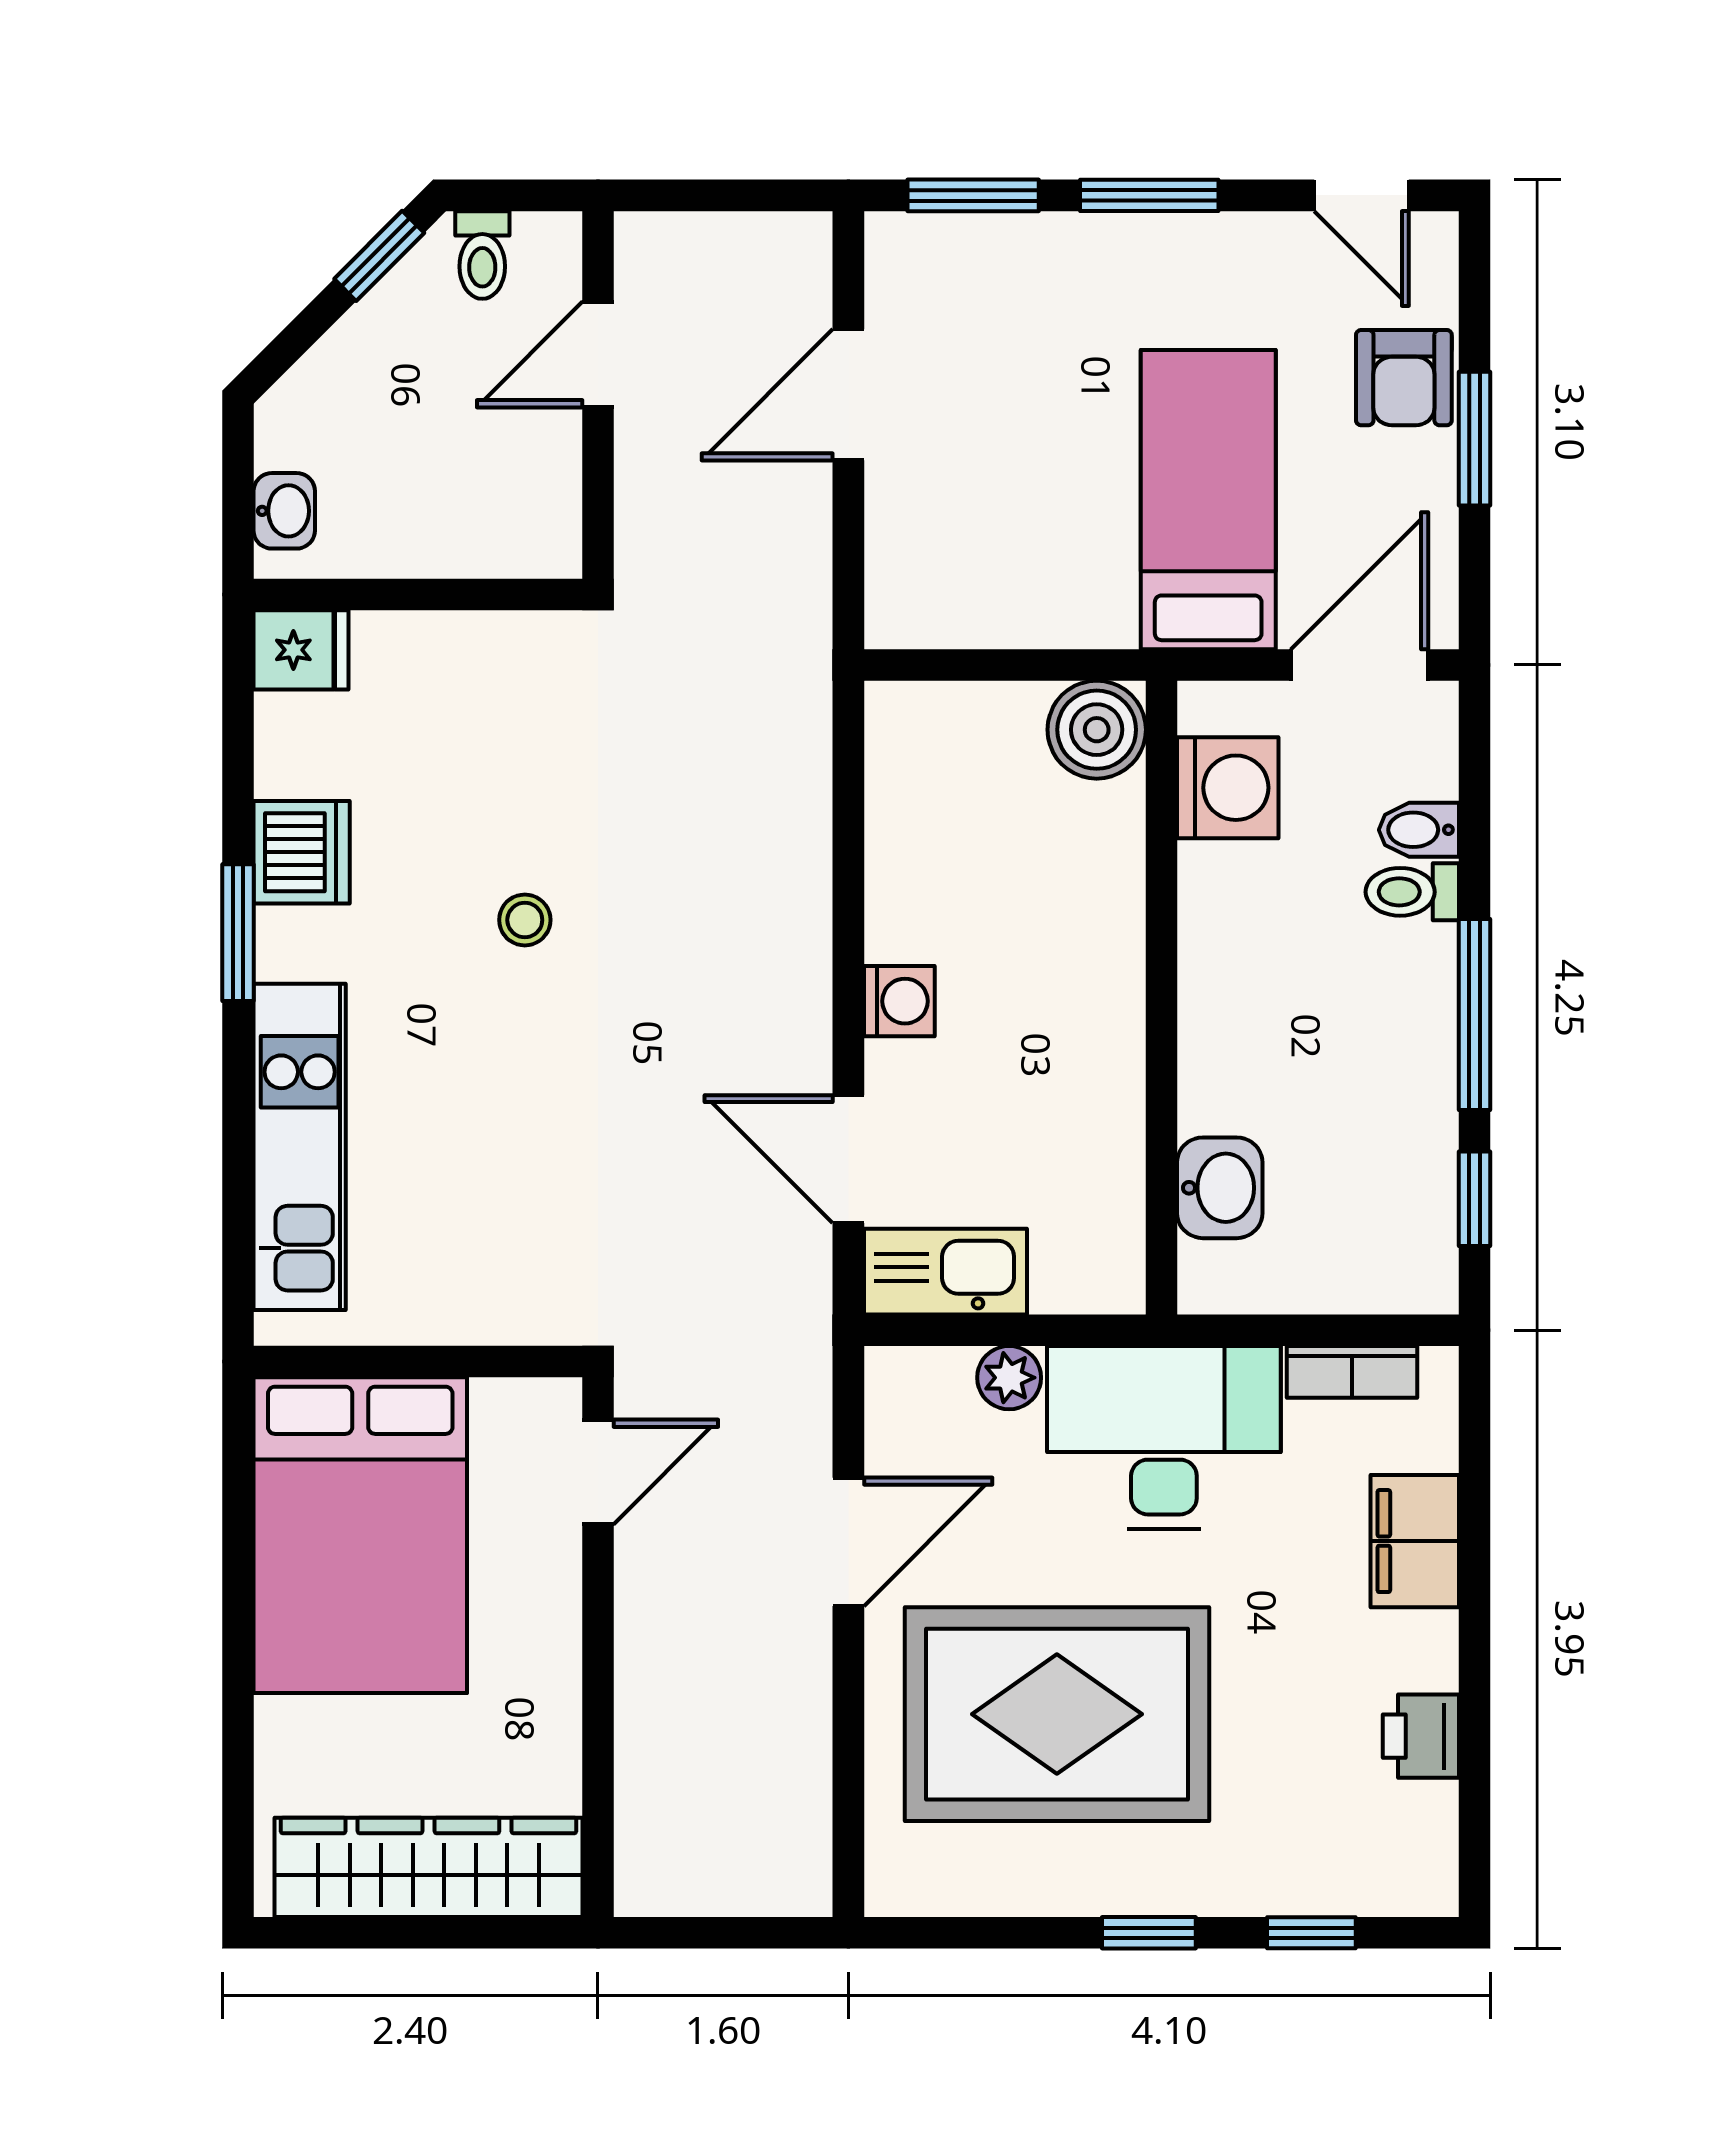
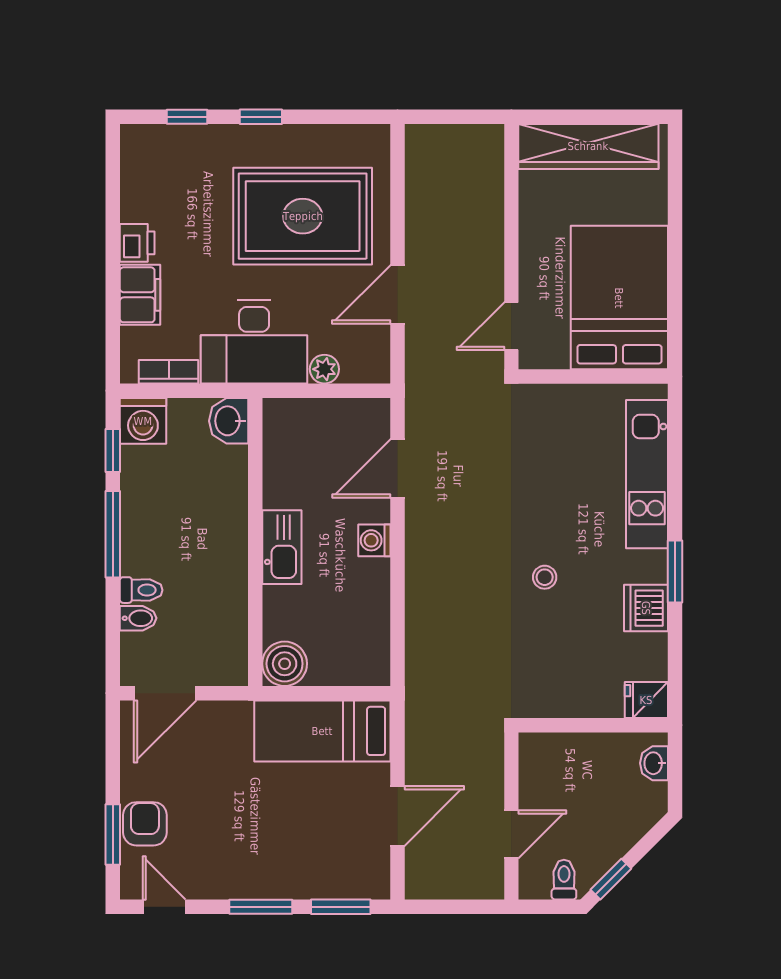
window: (1474, 439) -> (113, 835), moved
bed: (1208, 500) -> (322, 731), moved, turned 90
washing machine: (1228, 788) -> (143, 421), moved, turned -90
door: (848, 1159) -> (398, 468), swing flipped
washbasin: (1220, 1188) -> (229, 421), moved
kitchen sink: (945, 1272) -> (282, 547), moved, turned -90
printer: (1421, 1736) -> (137, 243), moved

